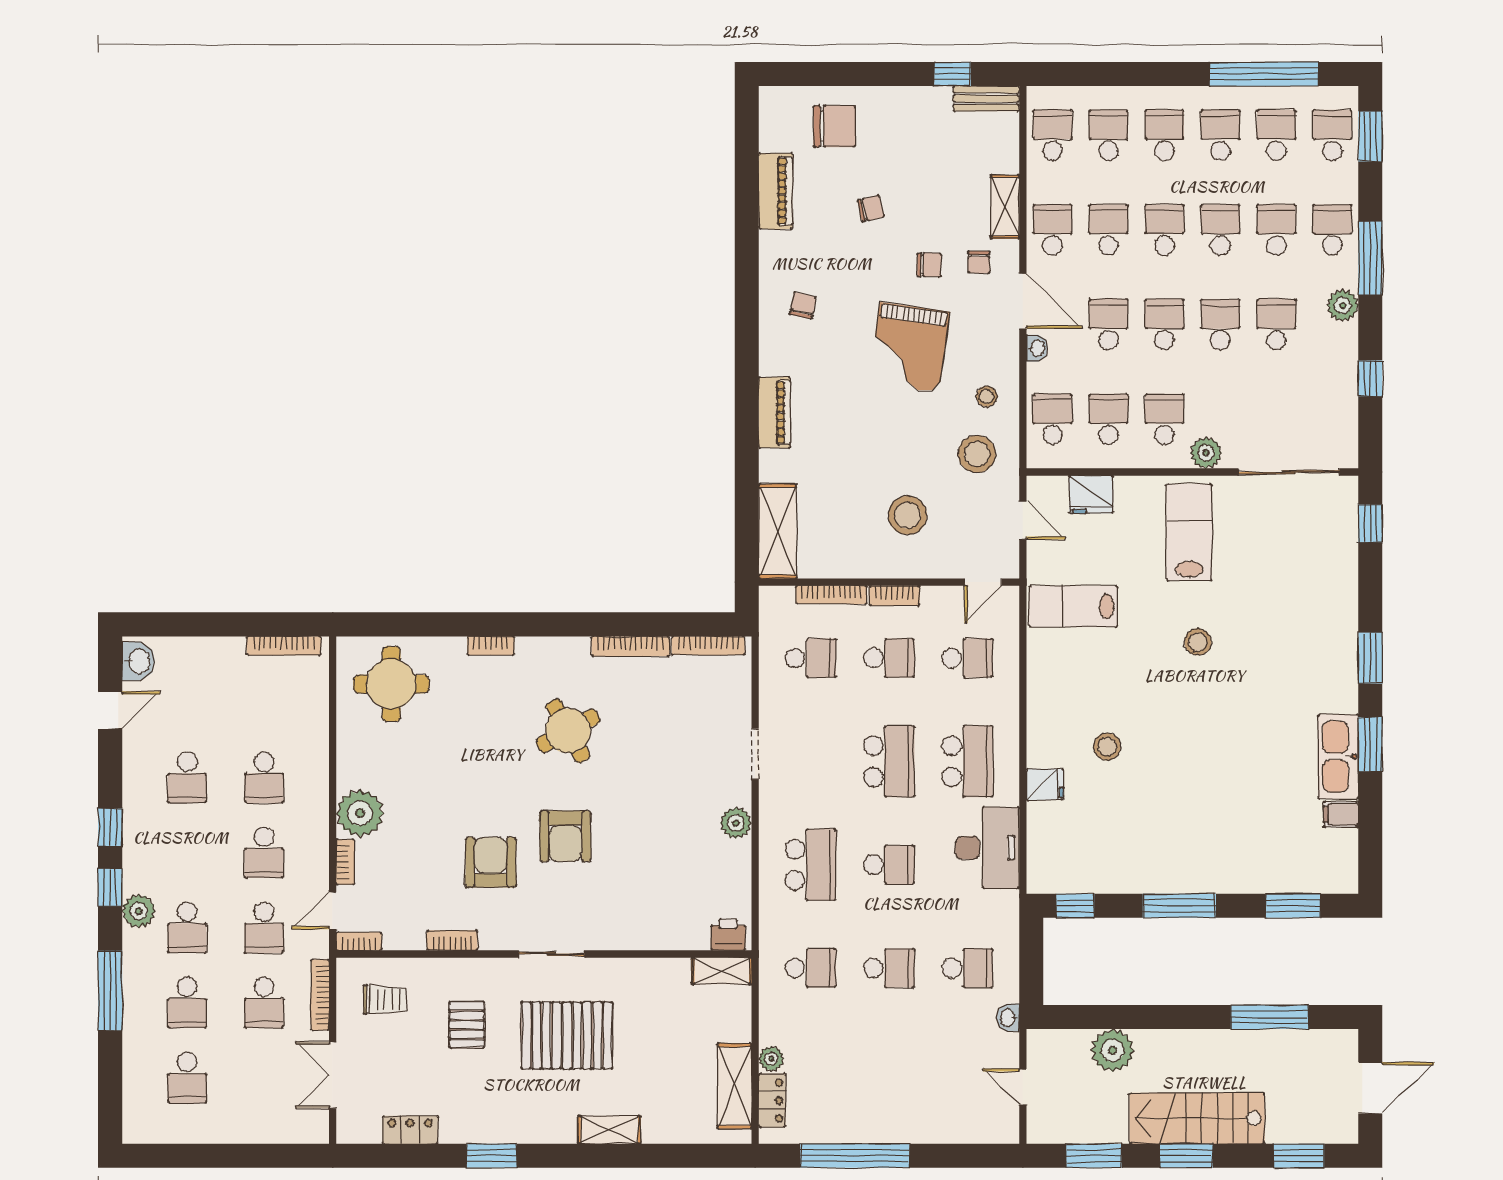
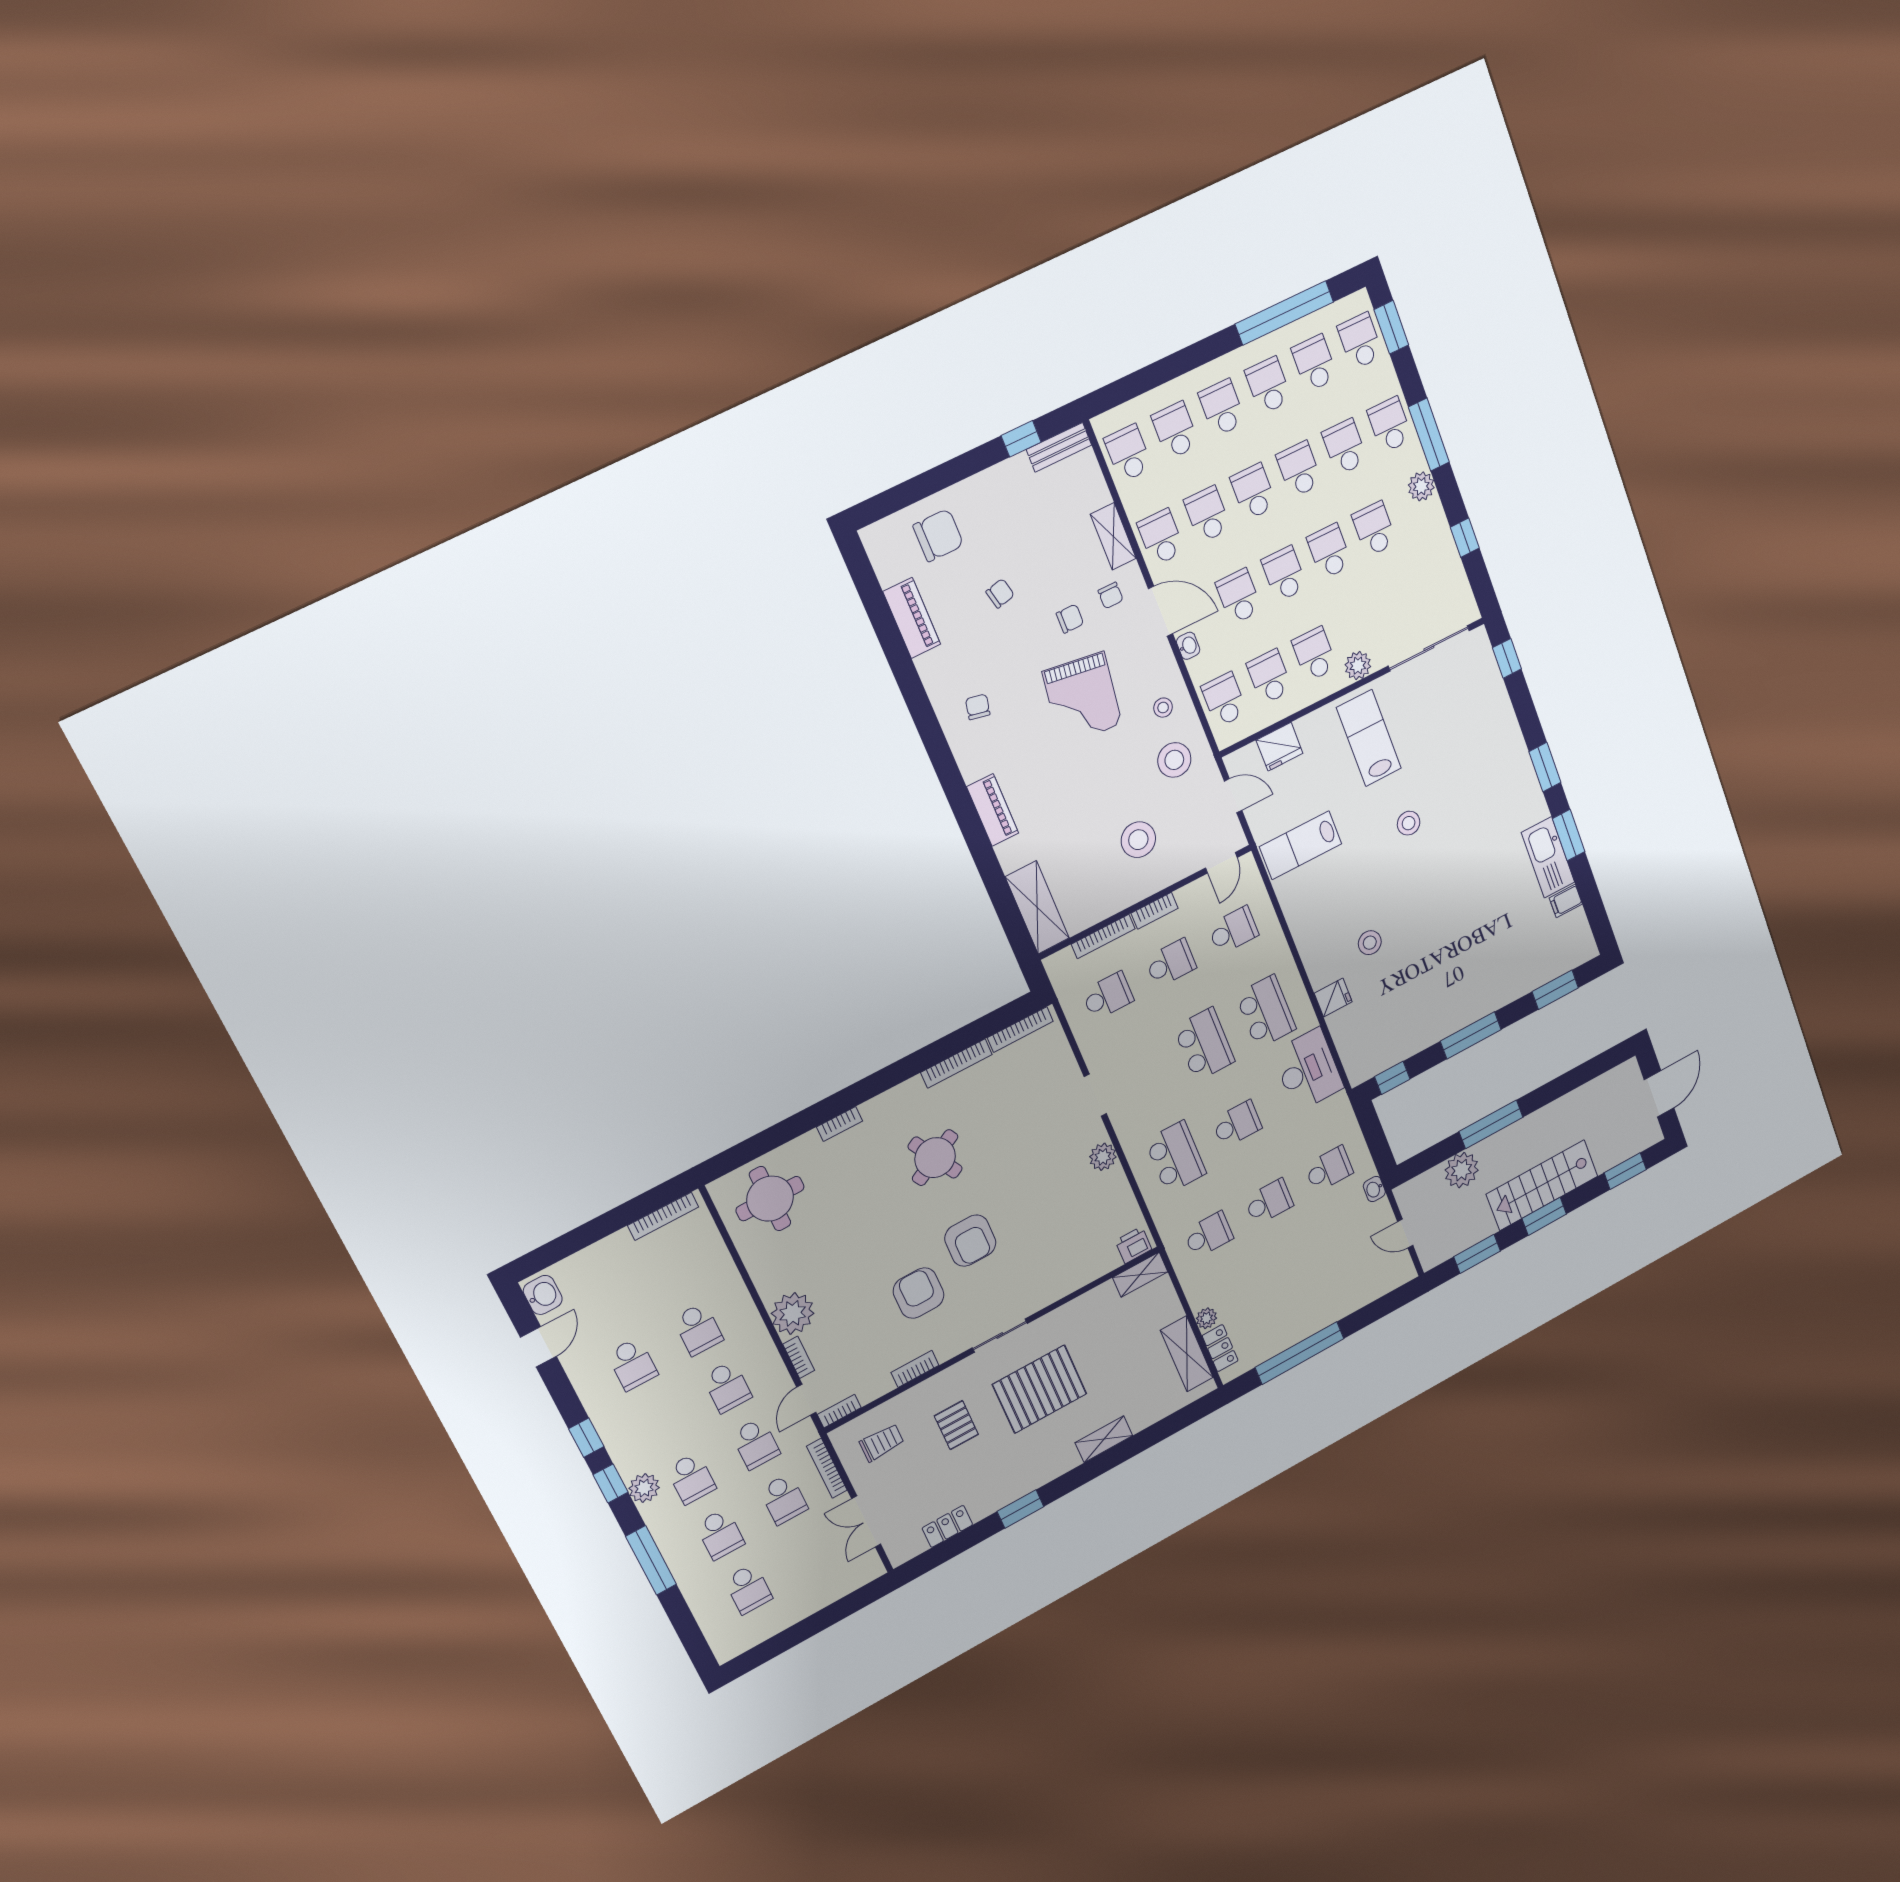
window: (1270, 1017) -> (1491, 1124), moved

